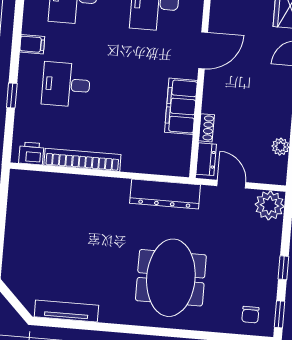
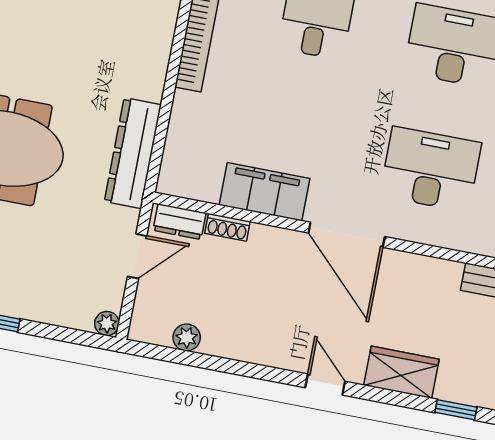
door: (203, 50) -> (347, 235), width x1.36
plant: (270, 205) -> (107, 323), width x0.53, depth x0.53

